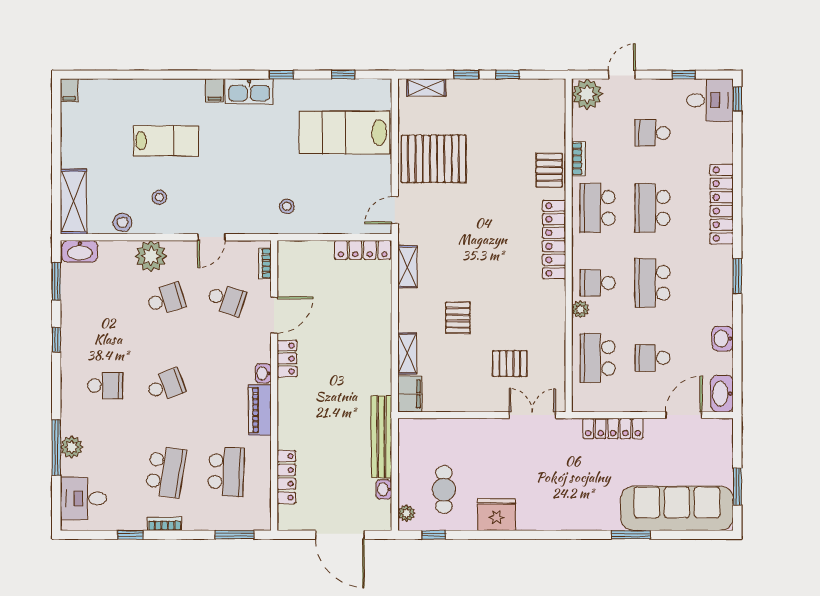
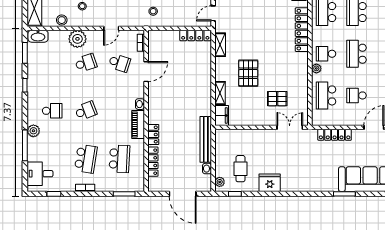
pallet: (458, 318) -> (248, 73), width x1.50, depth x1.42
locker: (287, 359) -> (153, 135), moved
plant: (72, 447) -> (33, 131), moved
window: (130, 535) -> (54, 194), moved

